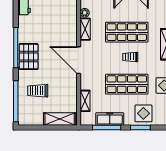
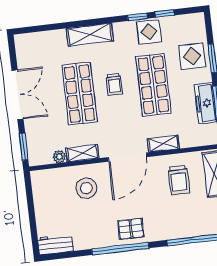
stool: (61, 29) -> (86, 188), added
pallet: (29, 57) -> (131, 229), width x0.67, depth x0.71
trolley: (38, 91) -> (179, 180), moved
shelving: (85, 101) -> (163, 144), moved

